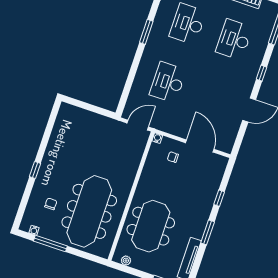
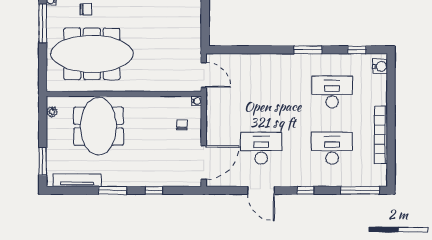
desk: (168, 82) -> (261, 148), moved
door: (200, 146) -> (204, 162), moved
meeting table: (151, 226) -> (98, 126), turned 90

